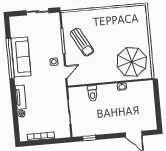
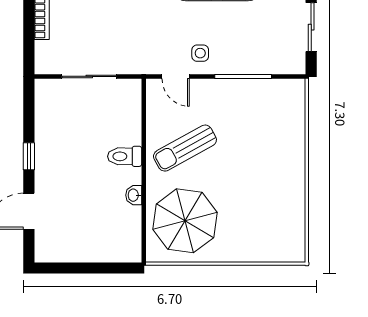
sun lounger: (82, 42) -> (185, 148), moved
toilet: (92, 93) -> (125, 156), moved
window: (89, 138) -> (29, 156), moved

